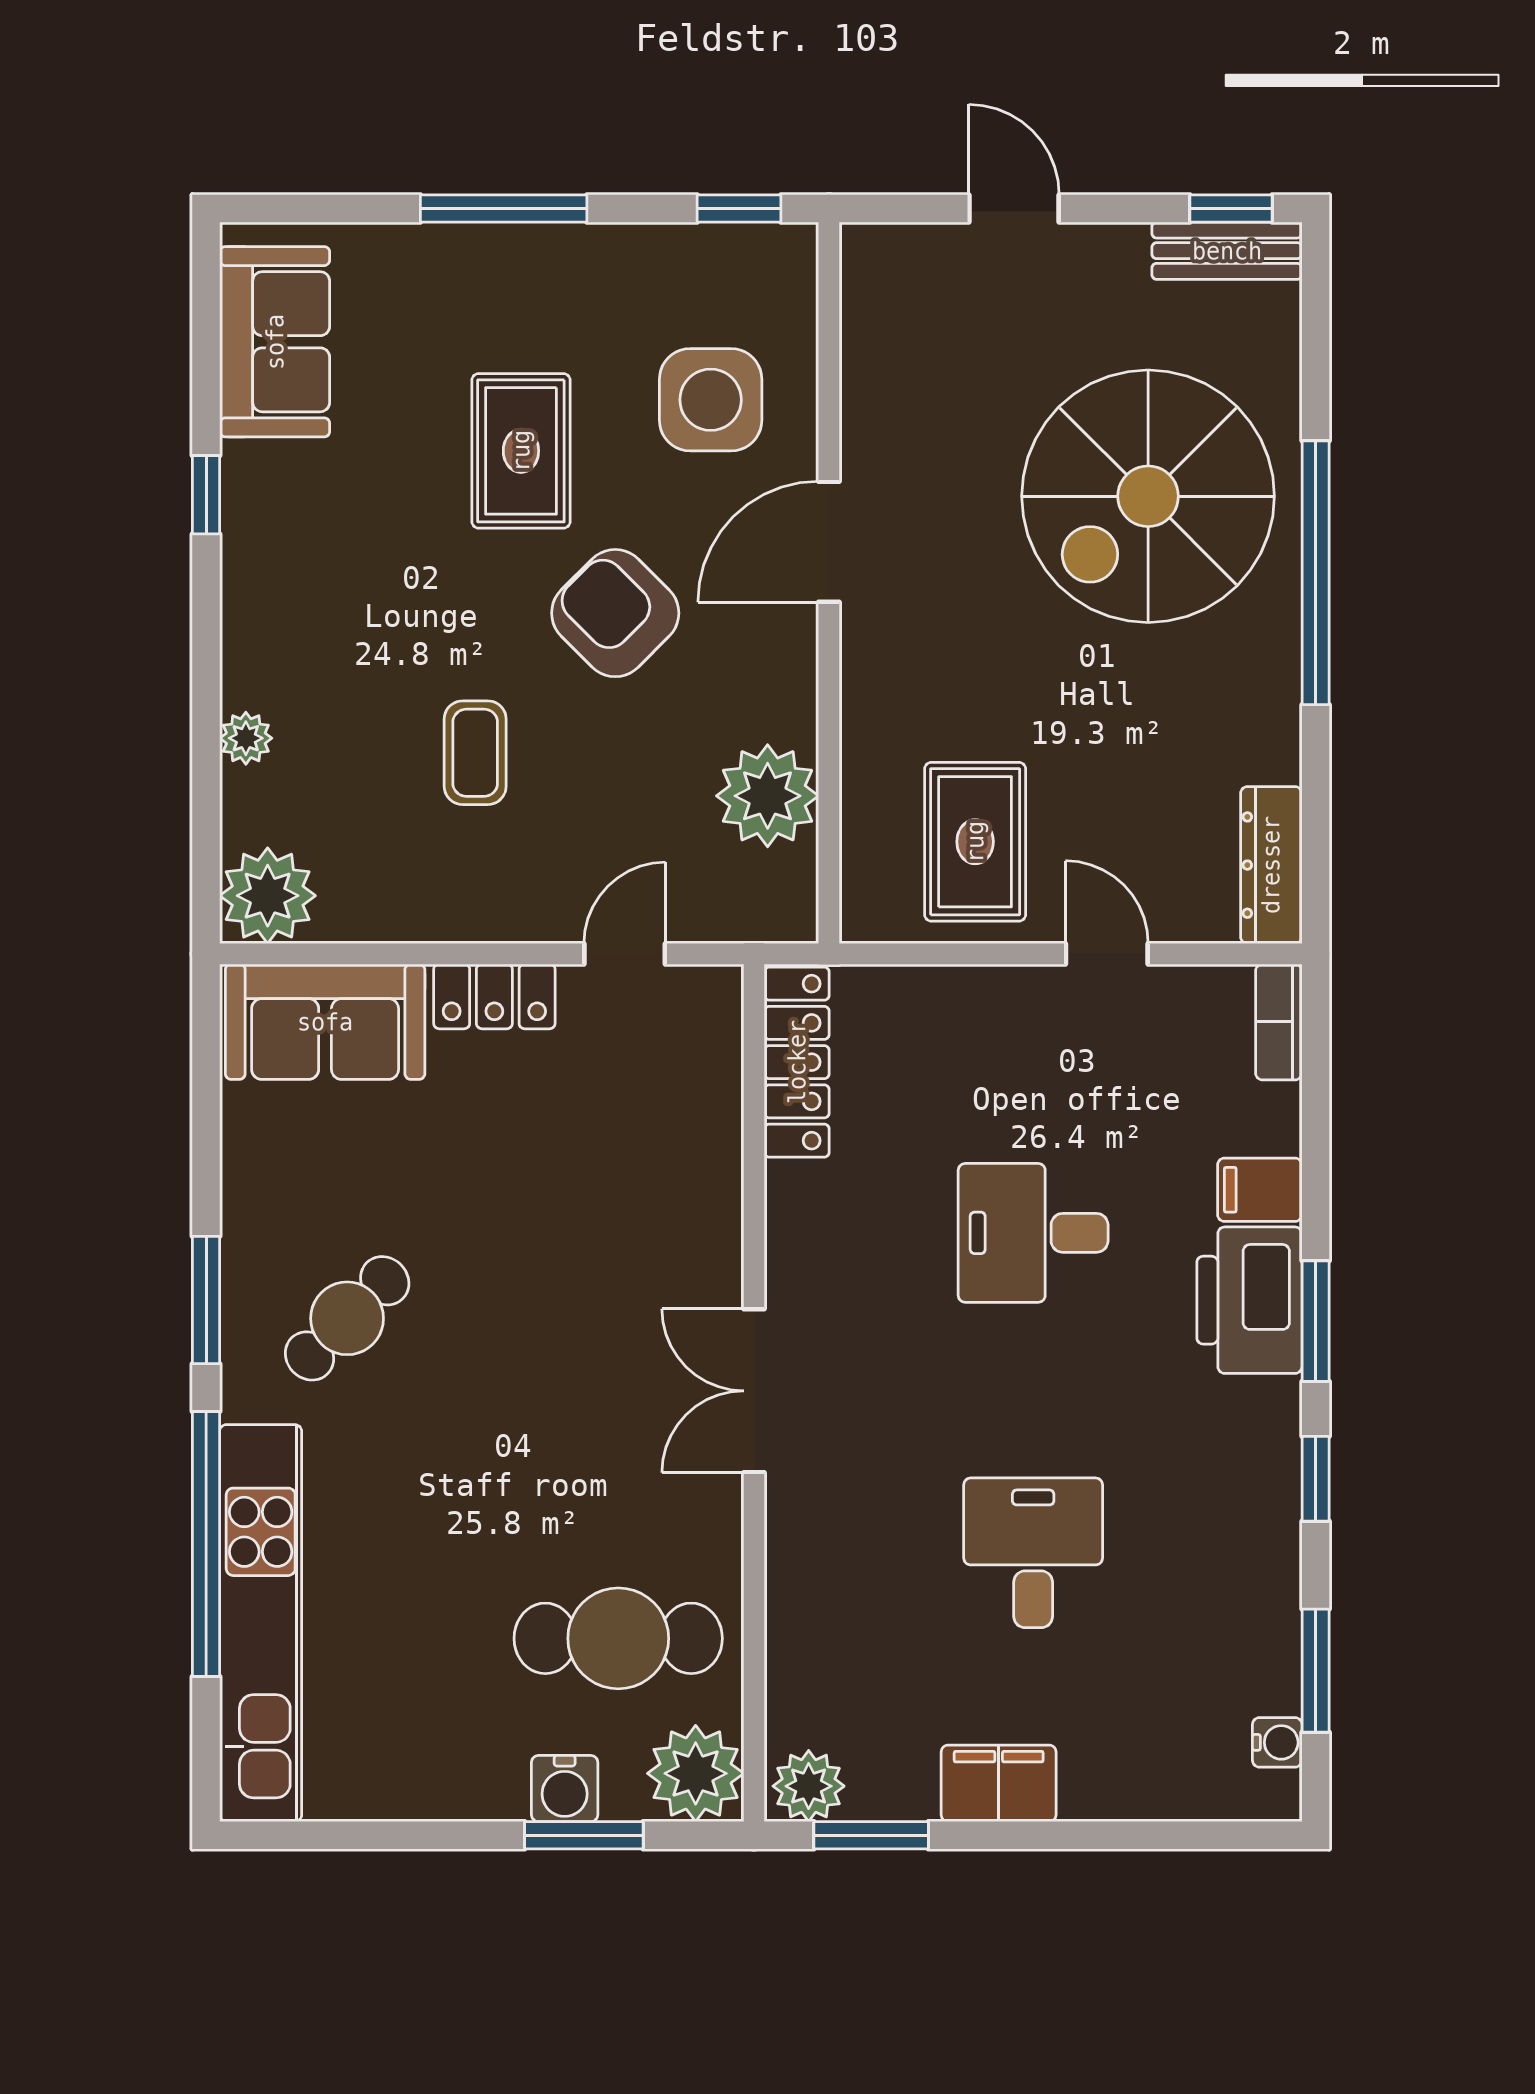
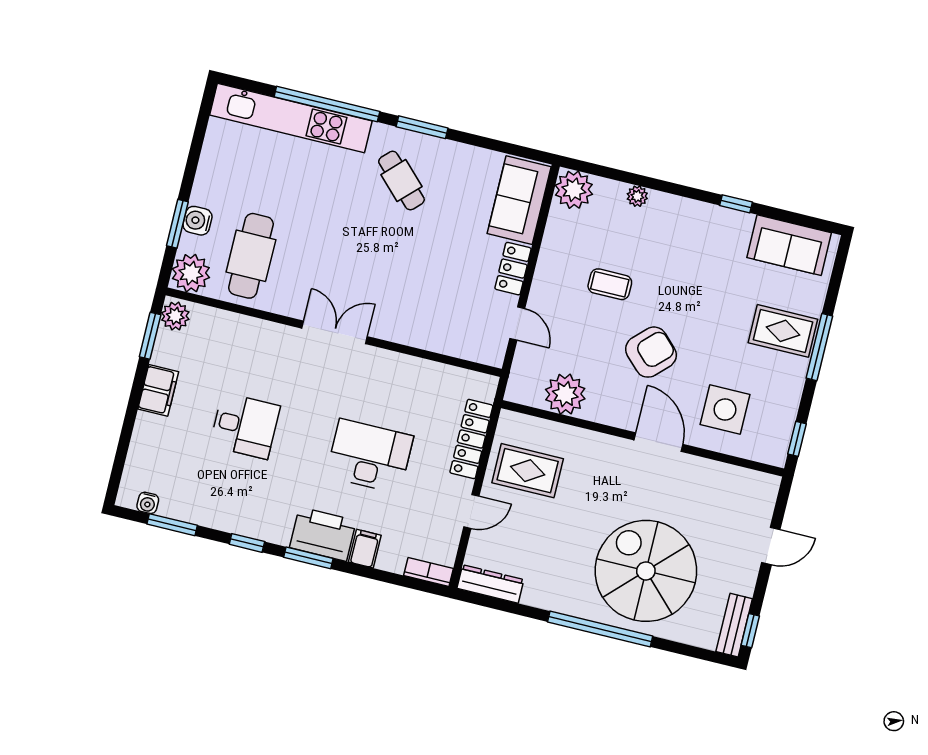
rug: (521, 451) -> (783, 331), moved
locker: (797, 1062) -> (471, 439), moved, turned 90
desk: (1033, 1233) -> (370, 456), width x1.37

